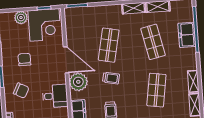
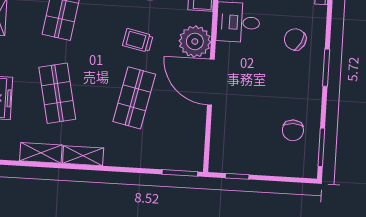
plant: (21, 18) -> (279, 165), removed
corner desk: (44, 25) -> (240, 147), removed
chair: (24, 59) -> (293, 130), moved

